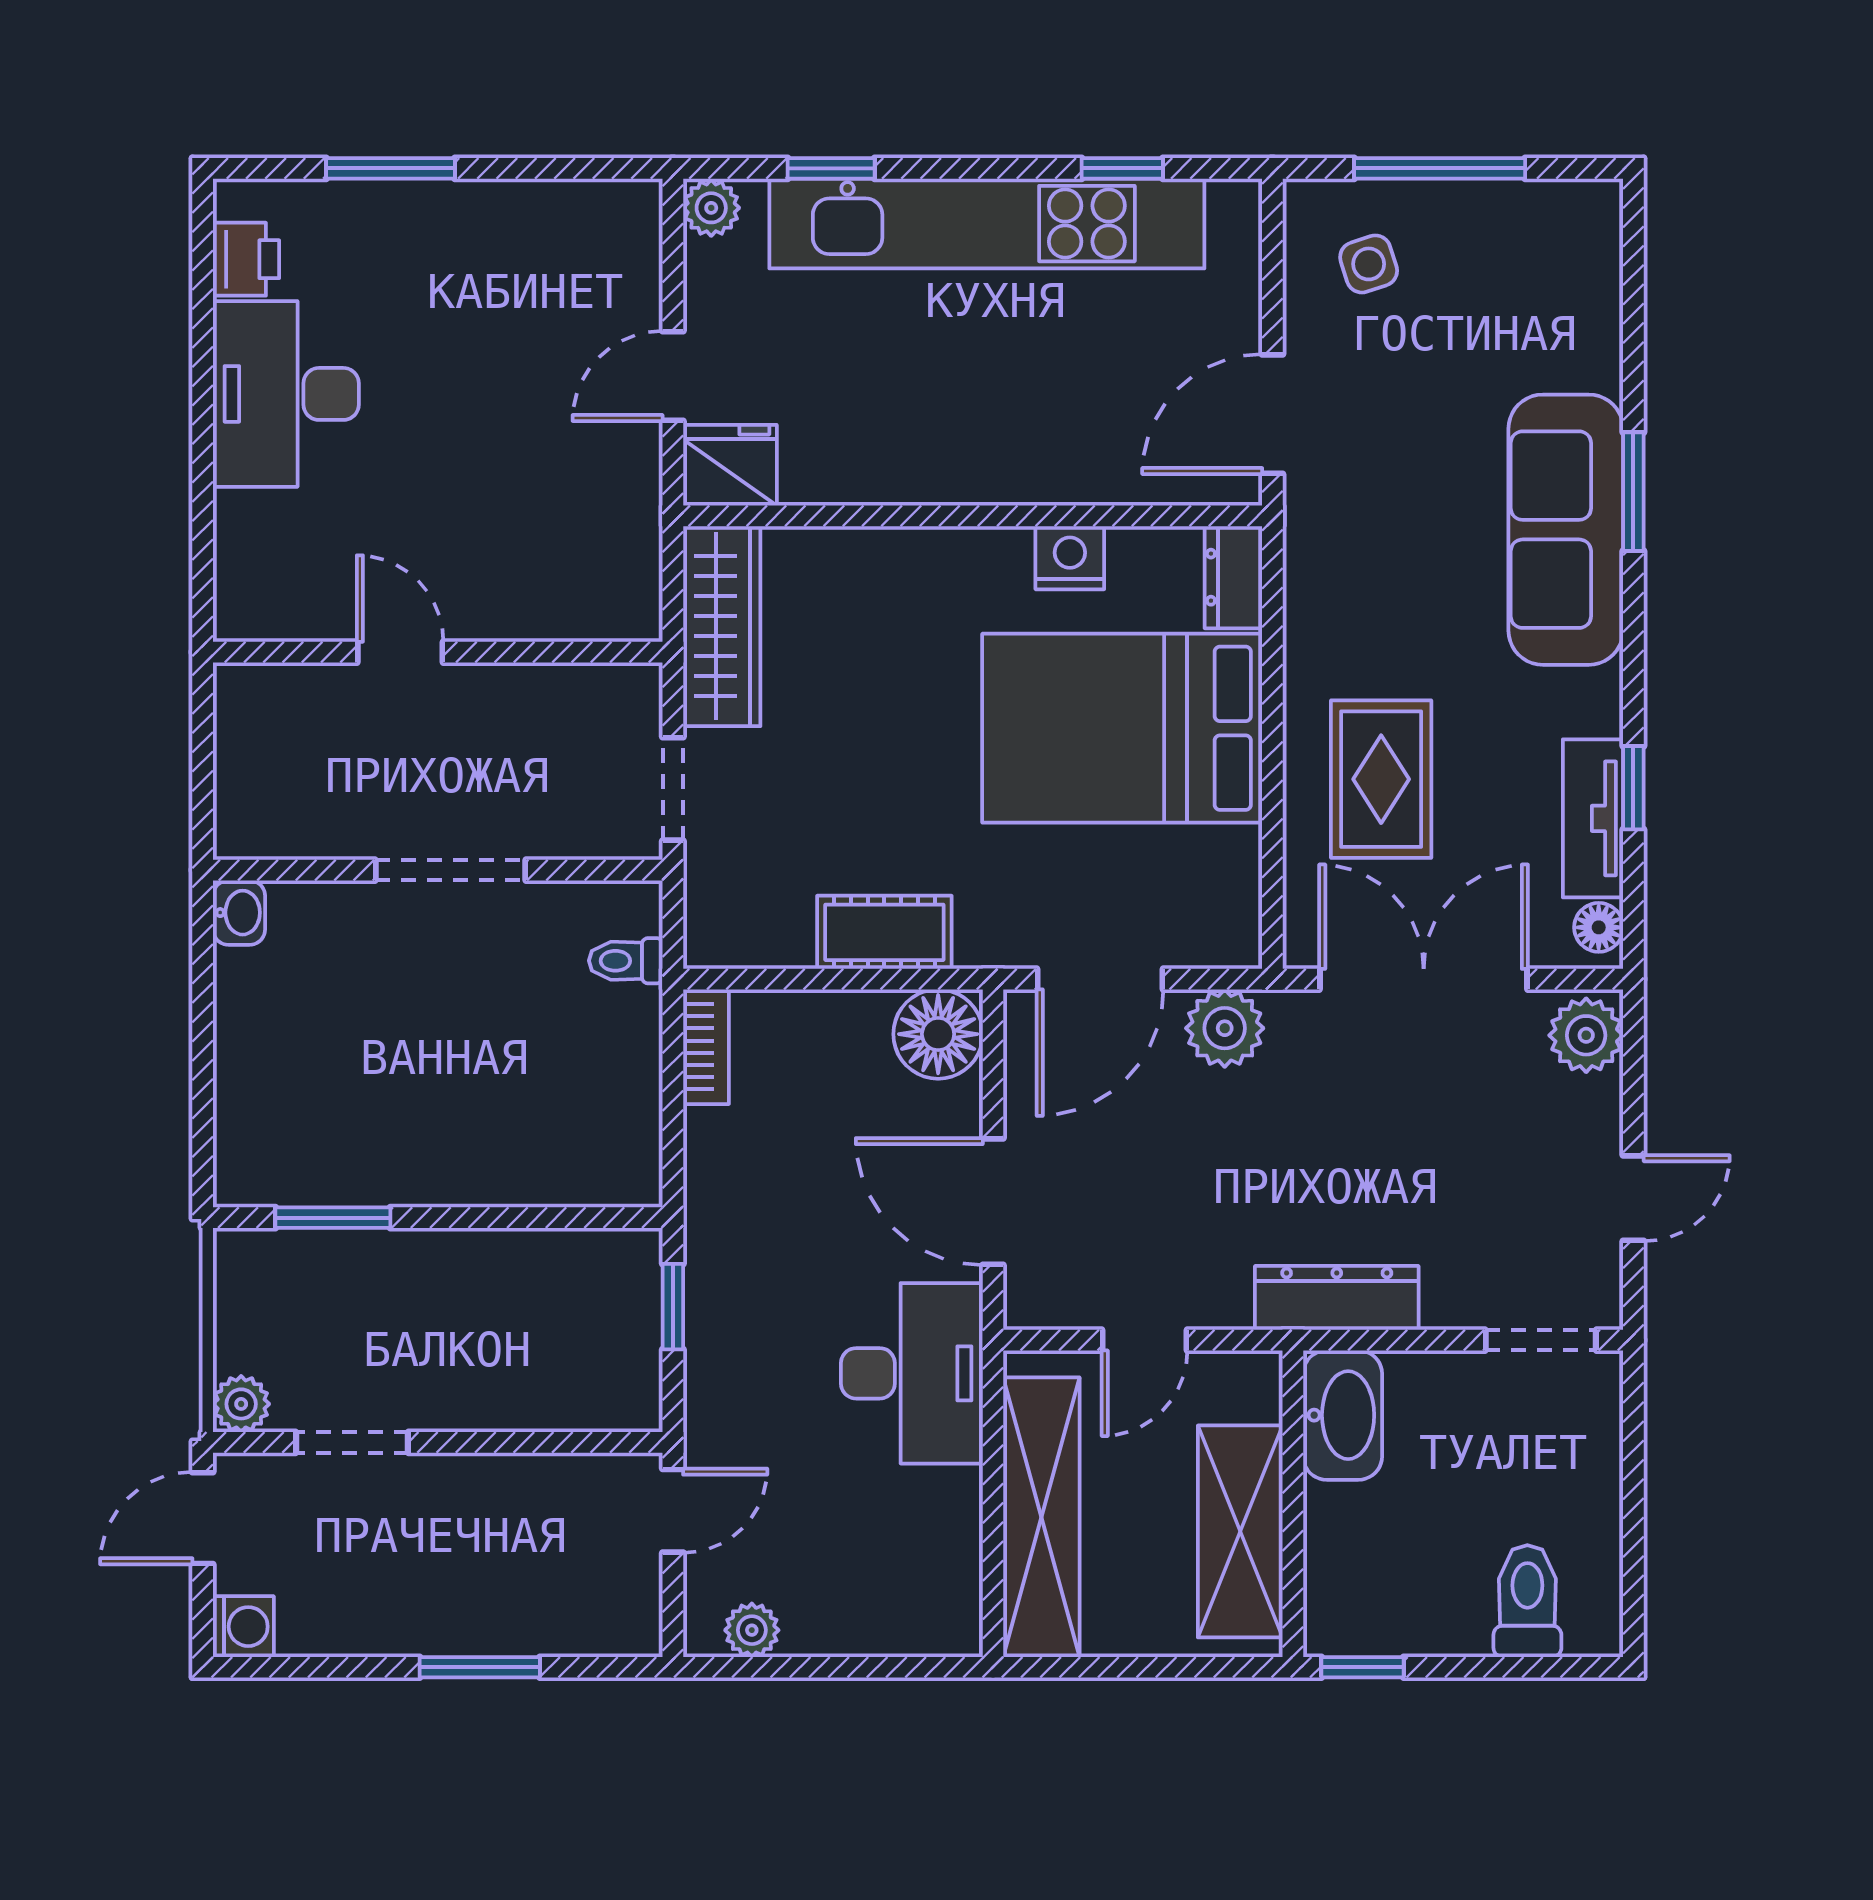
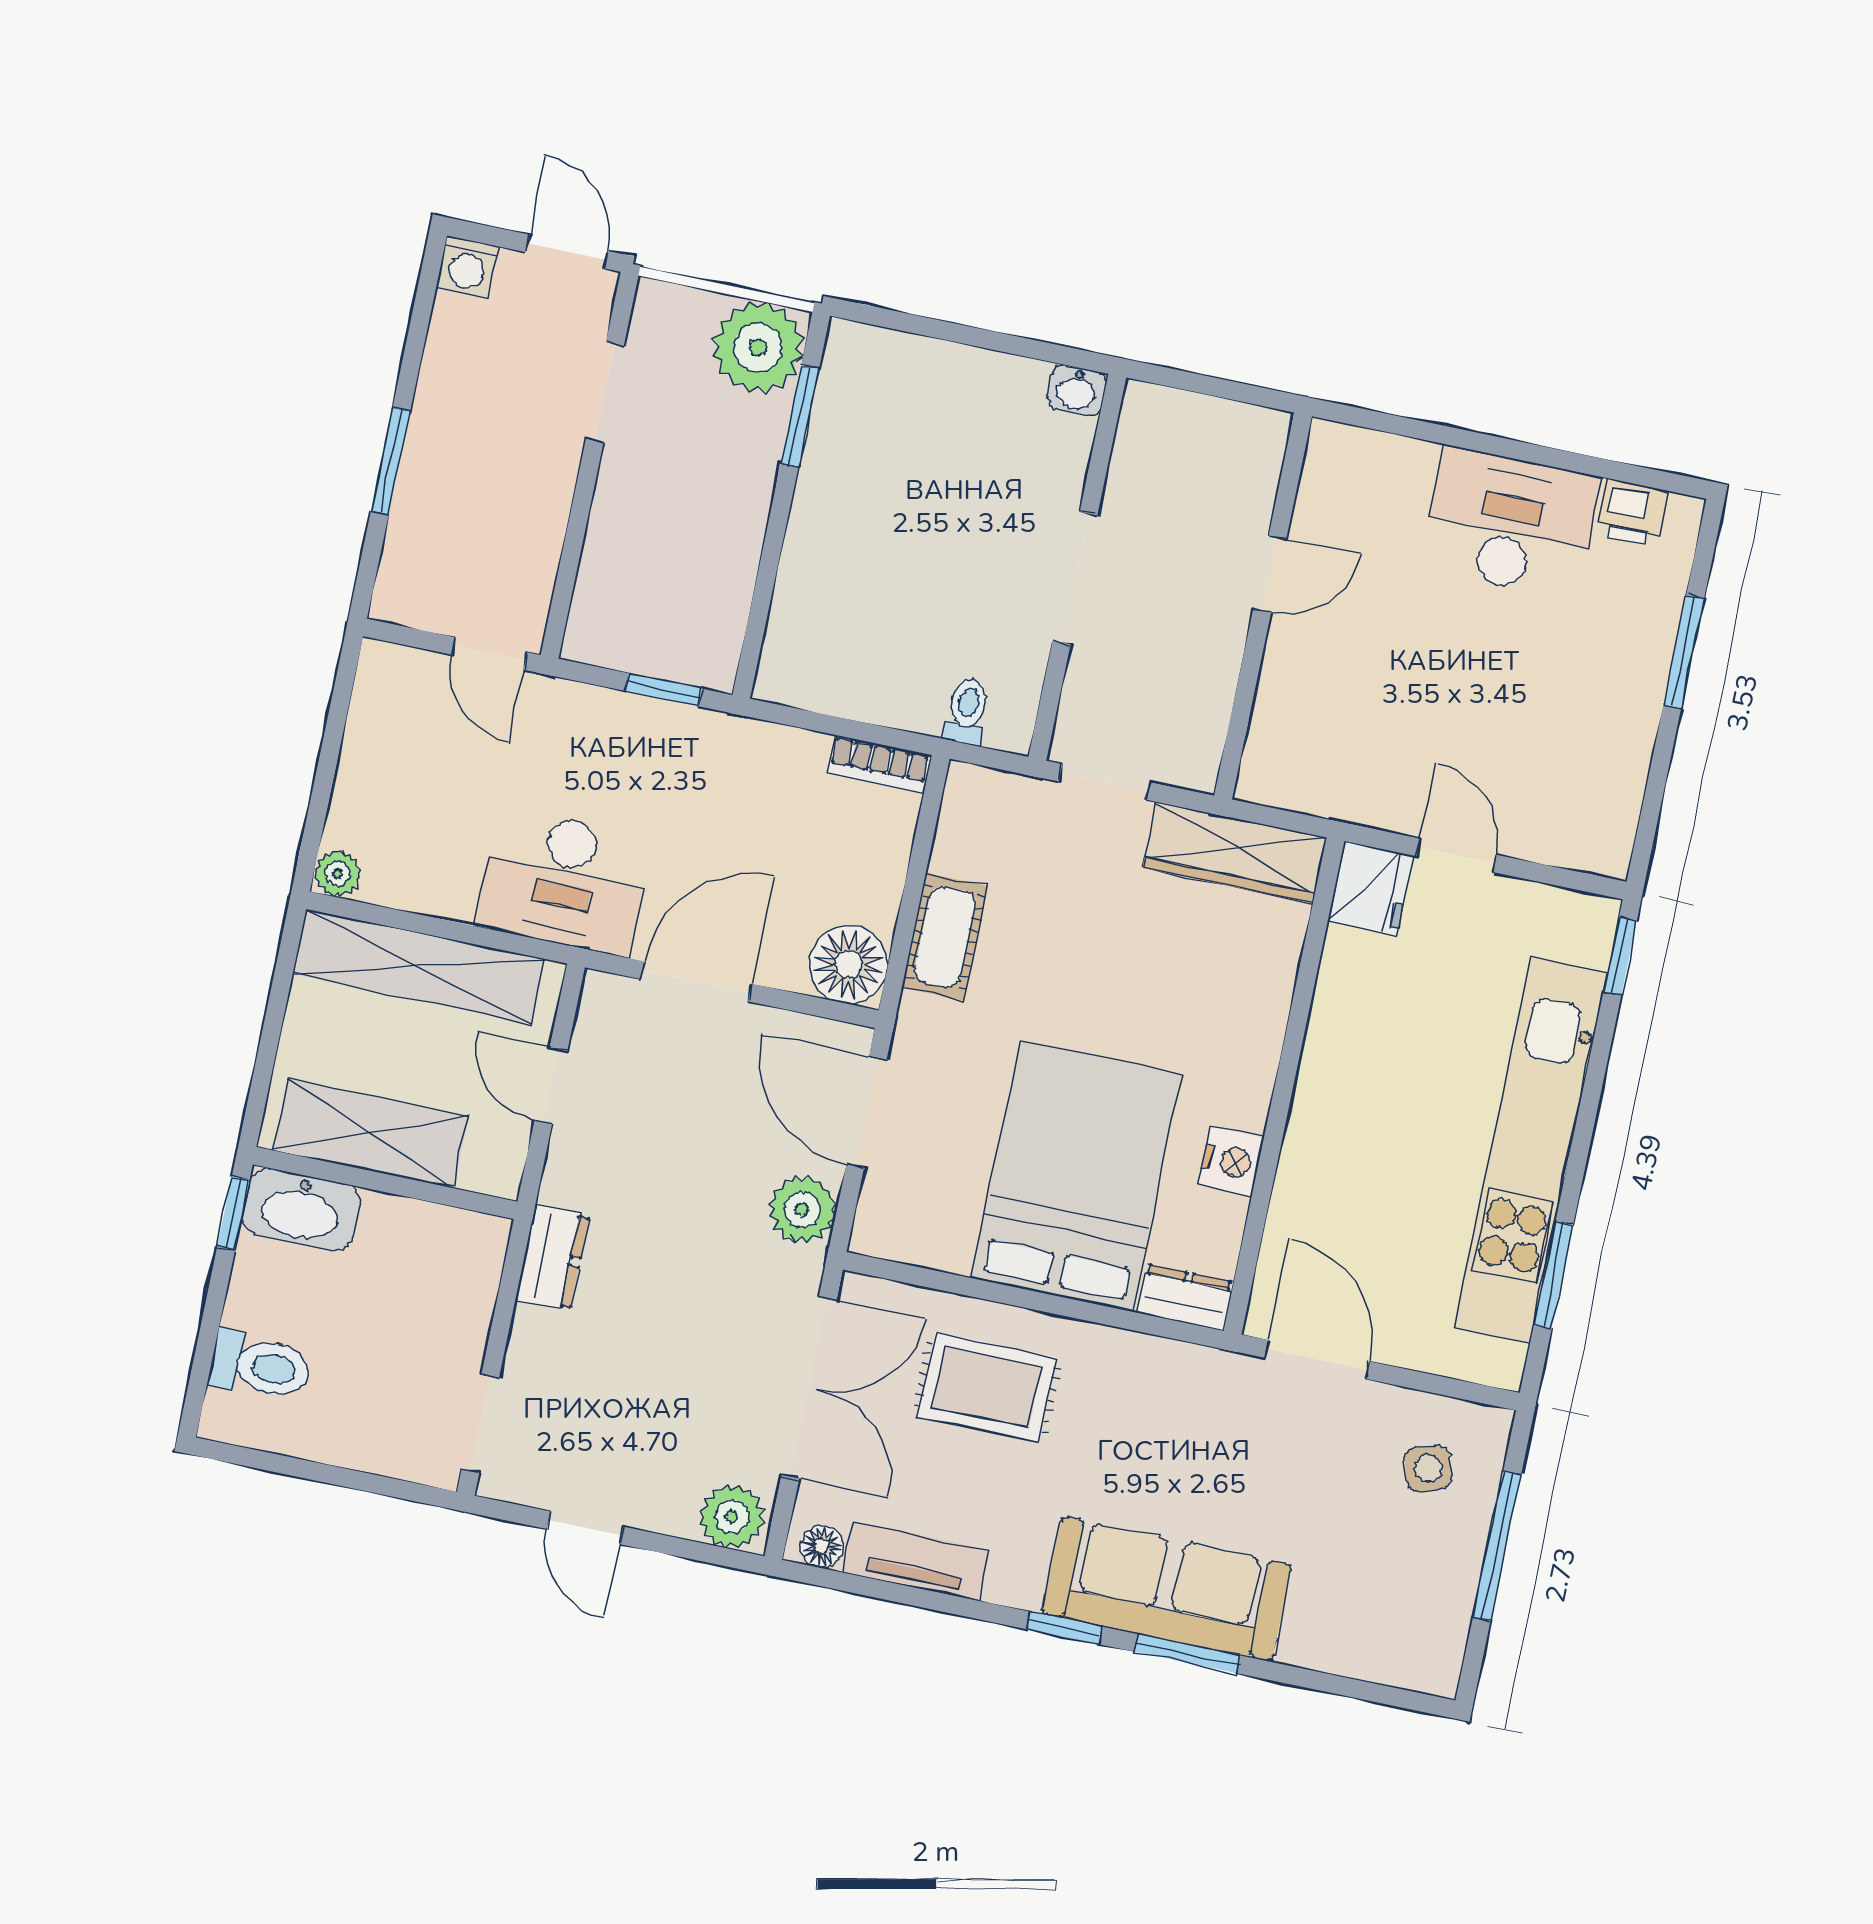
window: (831, 168) -> (1620, 956), moved
window: (1122, 168) -> (1553, 1276), width x1.50
plant: (711, 208) -> (1593, 918), removed
window: (1633, 788) -> (1065, 1628), moved
dresser: (1337, 1298) -> (553, 1257), width x0.70
plant: (241, 1404) -> (758, 348), moved, width x1.88, depth x1.88
washbasin: (1343, 1415) -> (301, 1210), moved
plant: (752, 1630) -> (337, 873), moved

